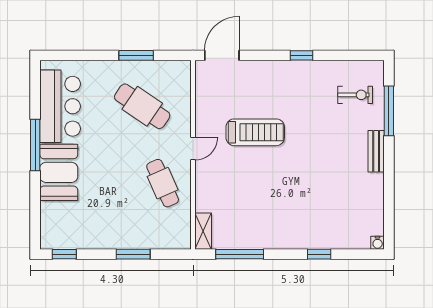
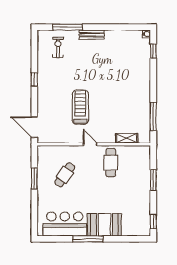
cafe table: (142, 106) -> (65, 175), width x0.73, depth x0.74
cafe table: (163, 183) -> (111, 163), turned -66
shelving: (203, 231) -> (127, 138), moved
window: (319, 254) -> (153, 51), moved

